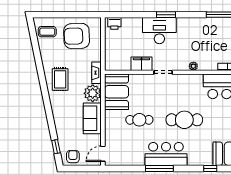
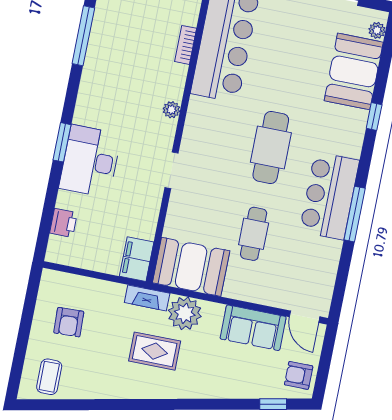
printer: (114, 23) -> (63, 223), moved
armchair: (77, 36) -> (69, 322), width x0.53, depth x0.53
filing cabinet: (141, 64) -> (137, 259), moved
rug: (60, 79) -> (155, 351), moved
sofa: (92, 118) -> (253, 328), moved

